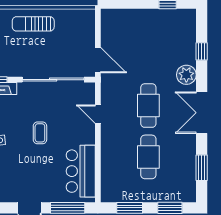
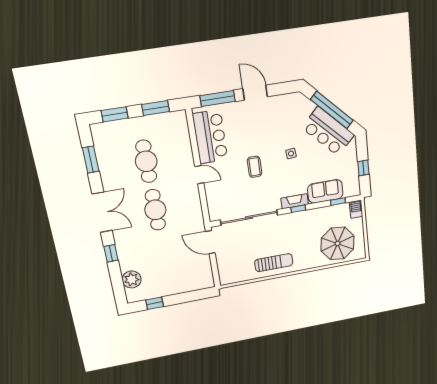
window: (202, 51) -> (111, 253), moved
plant: (186, 75) -> (132, 279), moved
door: (98, 114) -> (199, 175), moved

